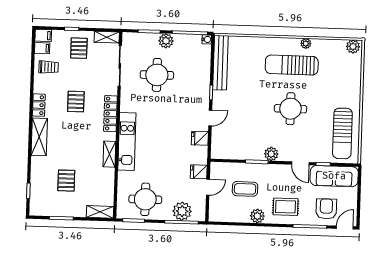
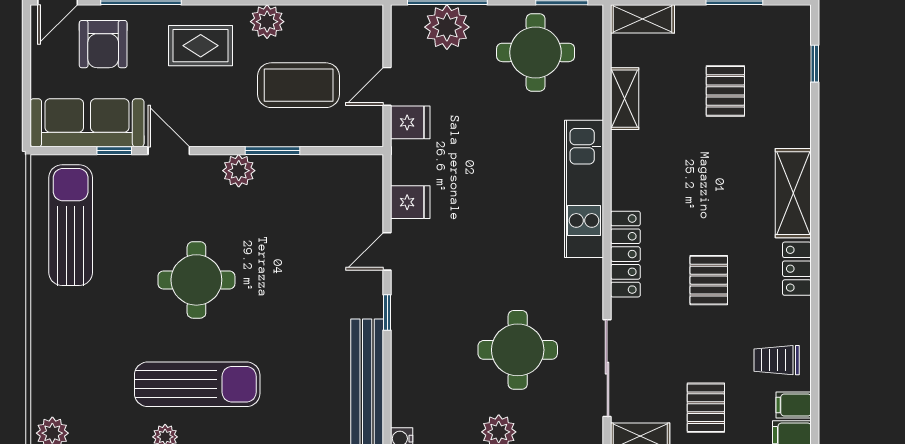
shelving: (109, 154) -> (625, 99), moved
coffee table: (245, 189) -> (299, 85), width x1.36, depth x1.32

